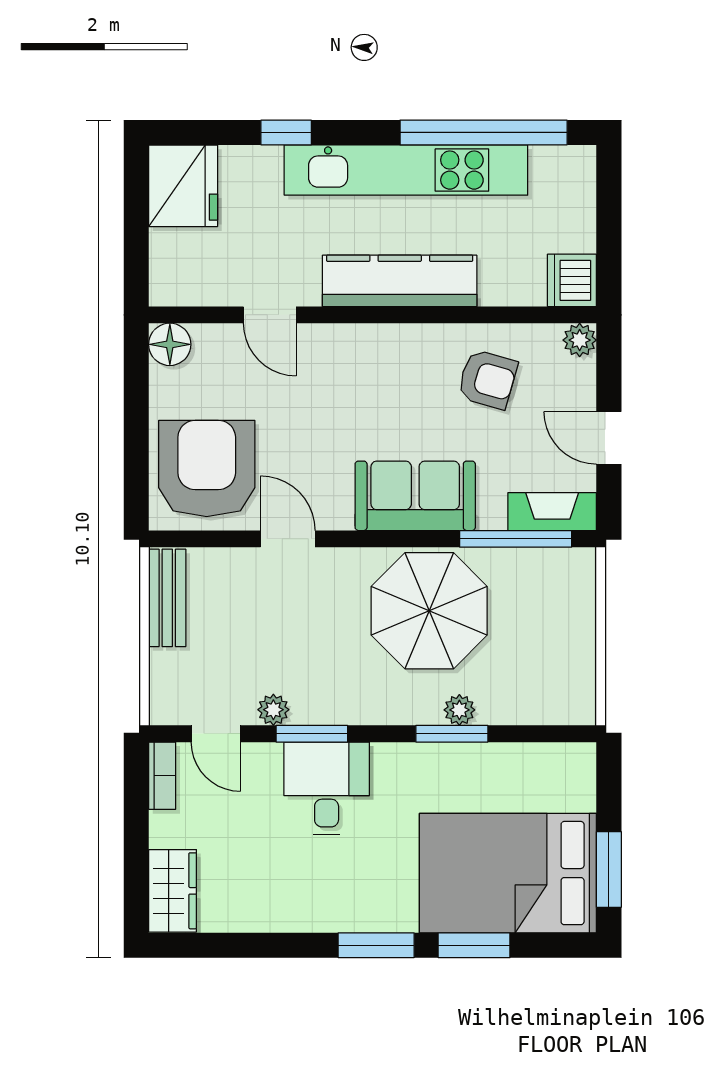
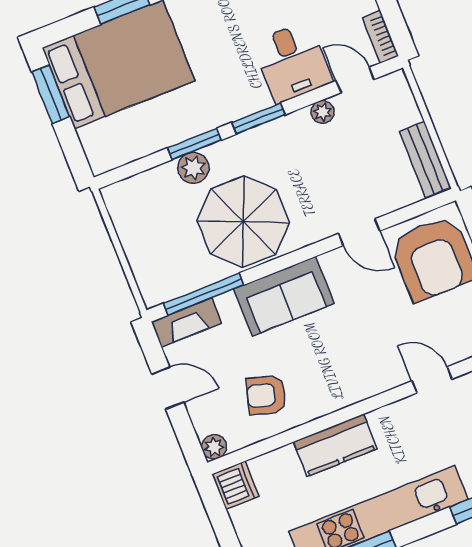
kitchen counter: (400, 281) -> (335, 445), width x0.67
plant: (459, 710) -> (193, 168), width x1.38, depth x1.38
window: (312, 734) -> (258, 119), moved
desk: (327, 788) -> (292, 62), moved

